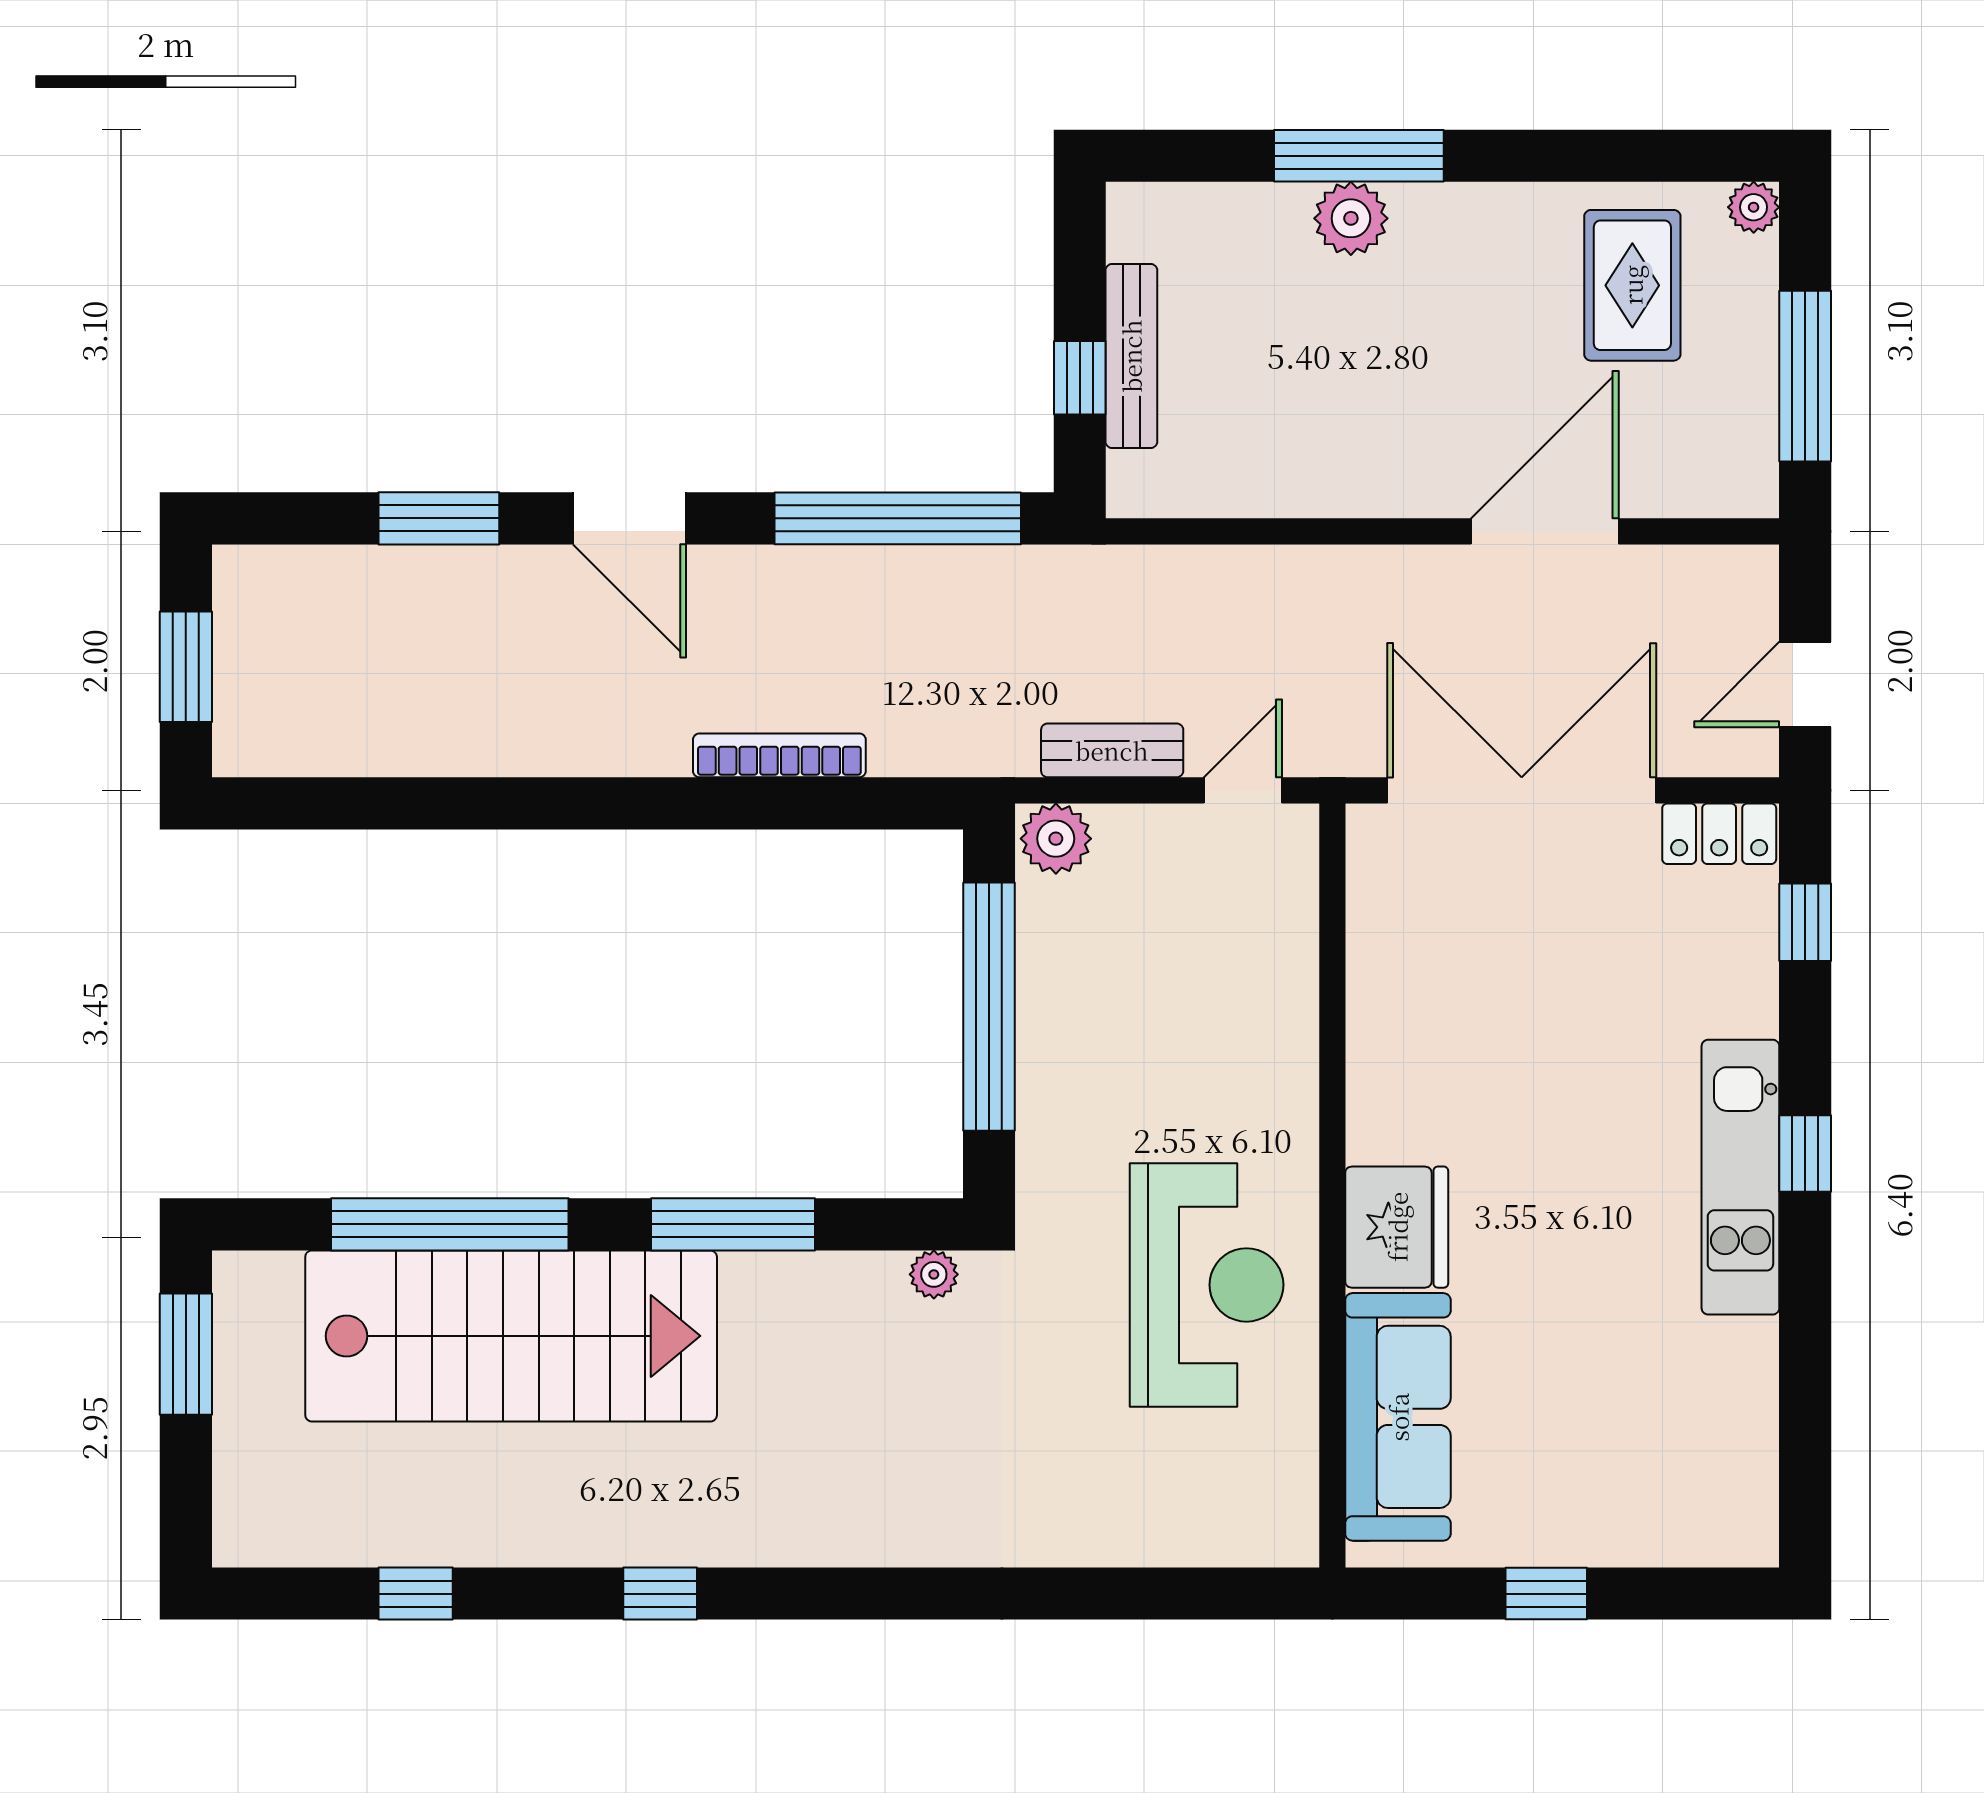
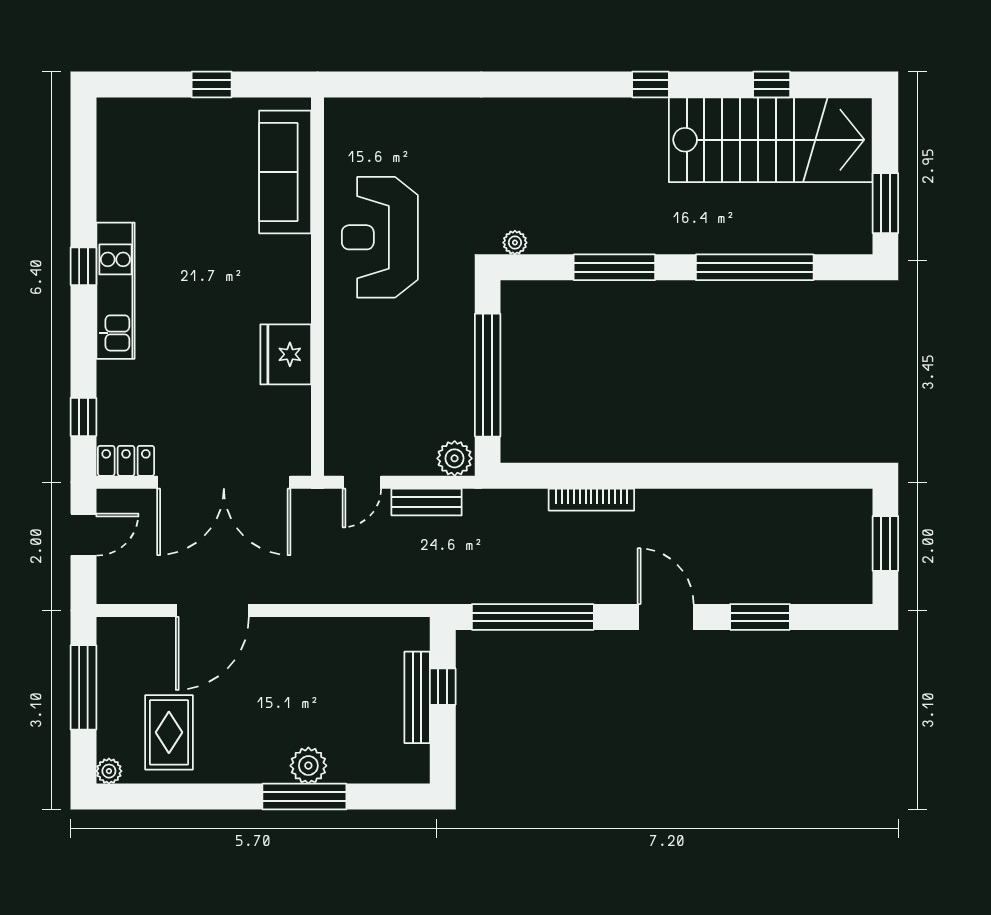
window: (1805, 1154) -> (83, 266), moved
fridge: (1397, 1227) -> (286, 354), moved
stairs: (511, 1336) -> (771, 140), moved, turned 180

